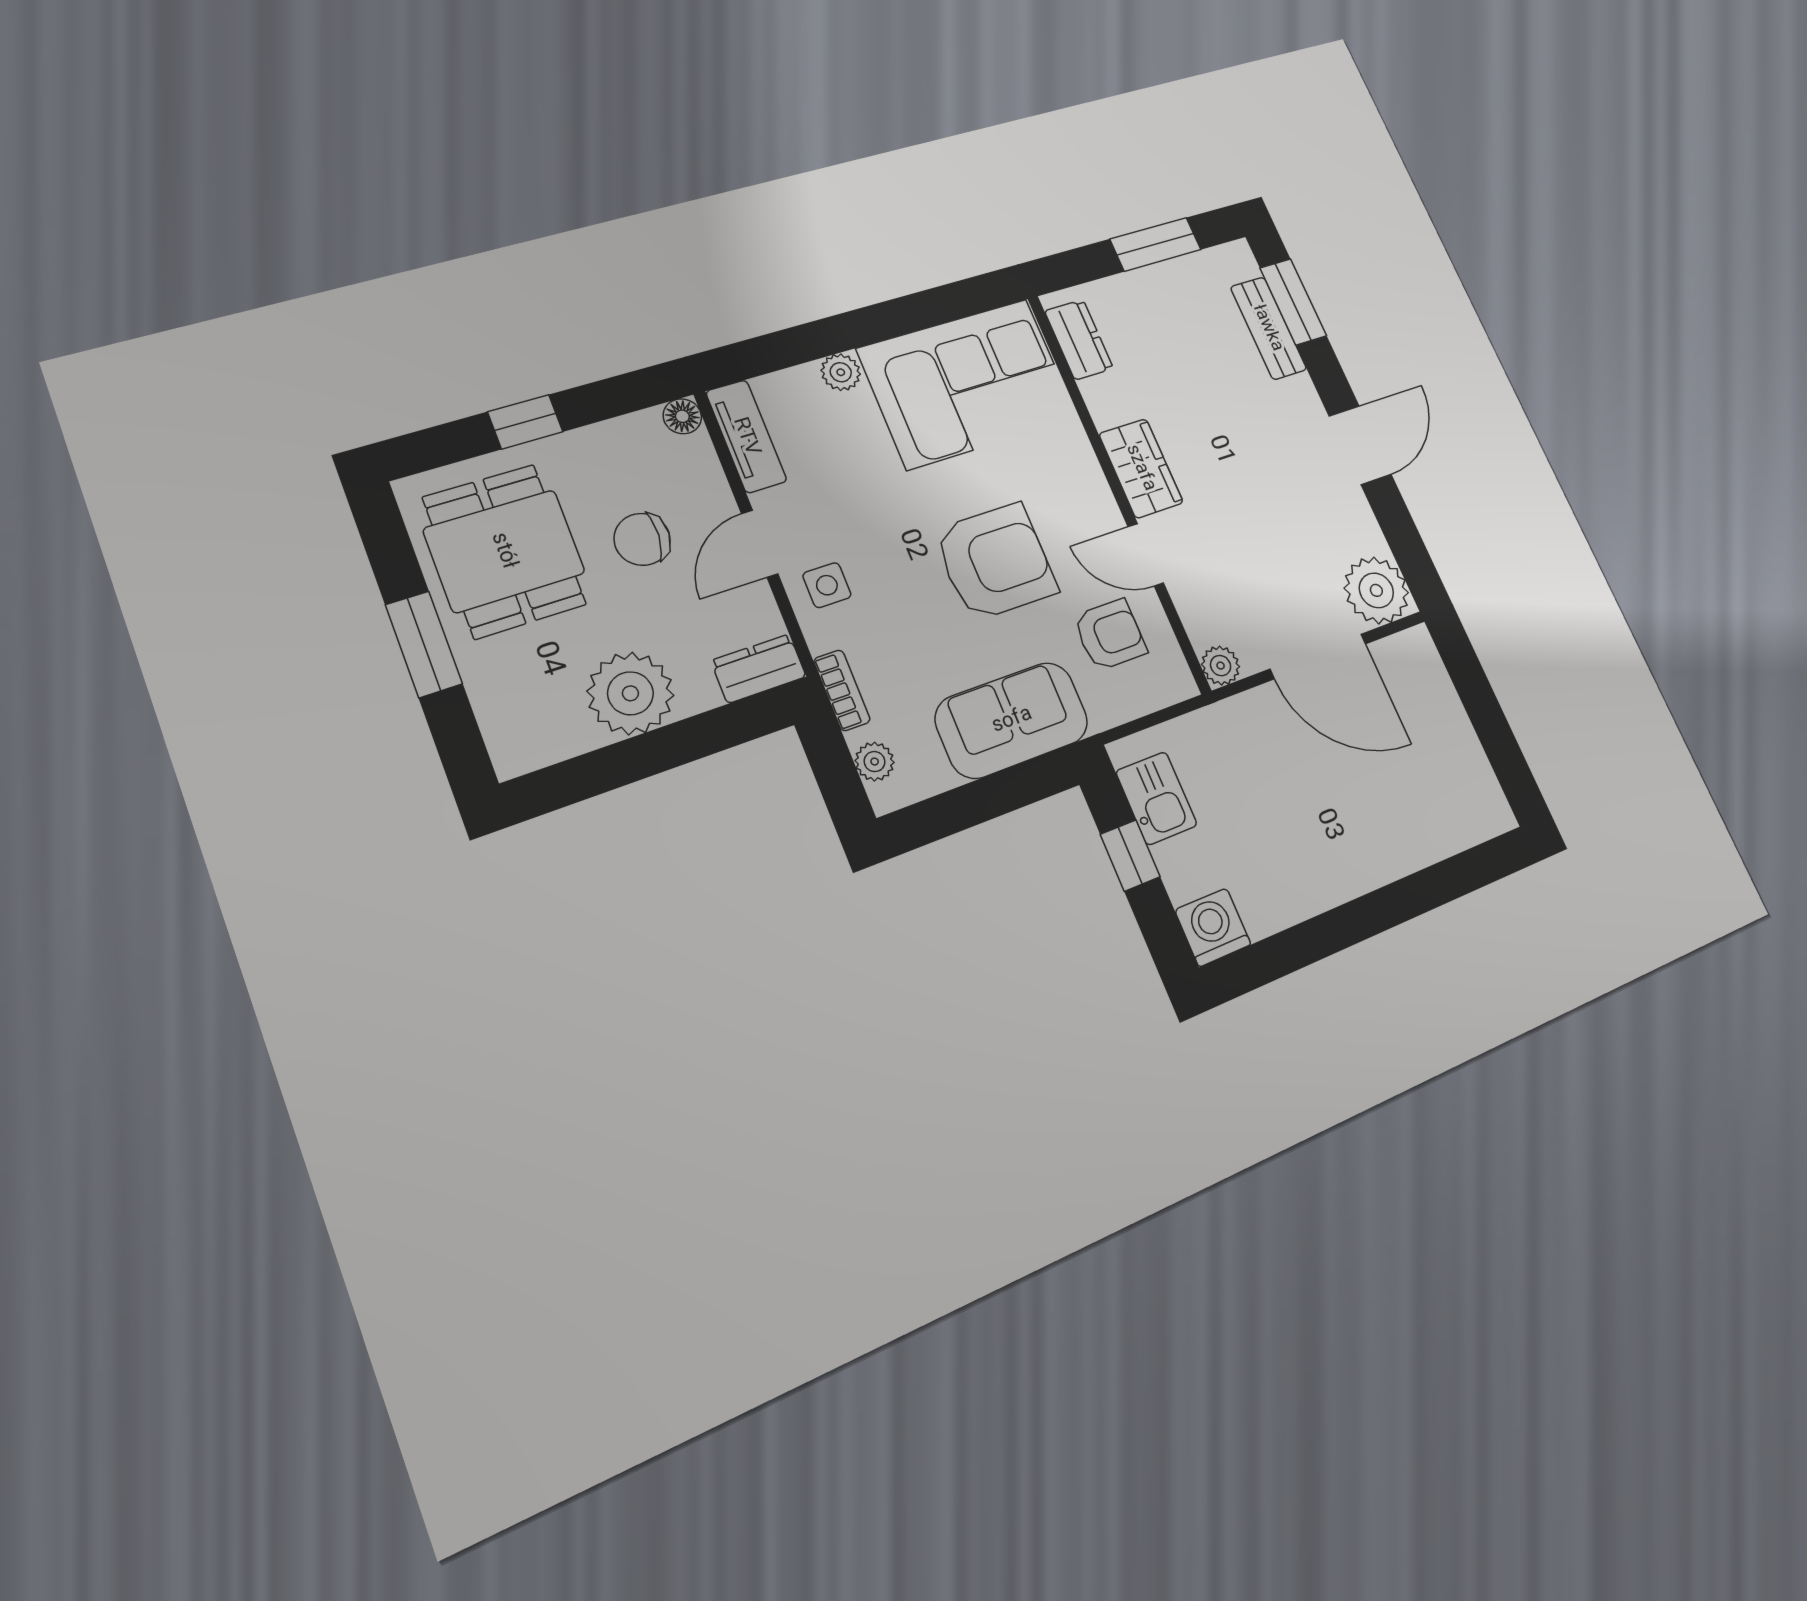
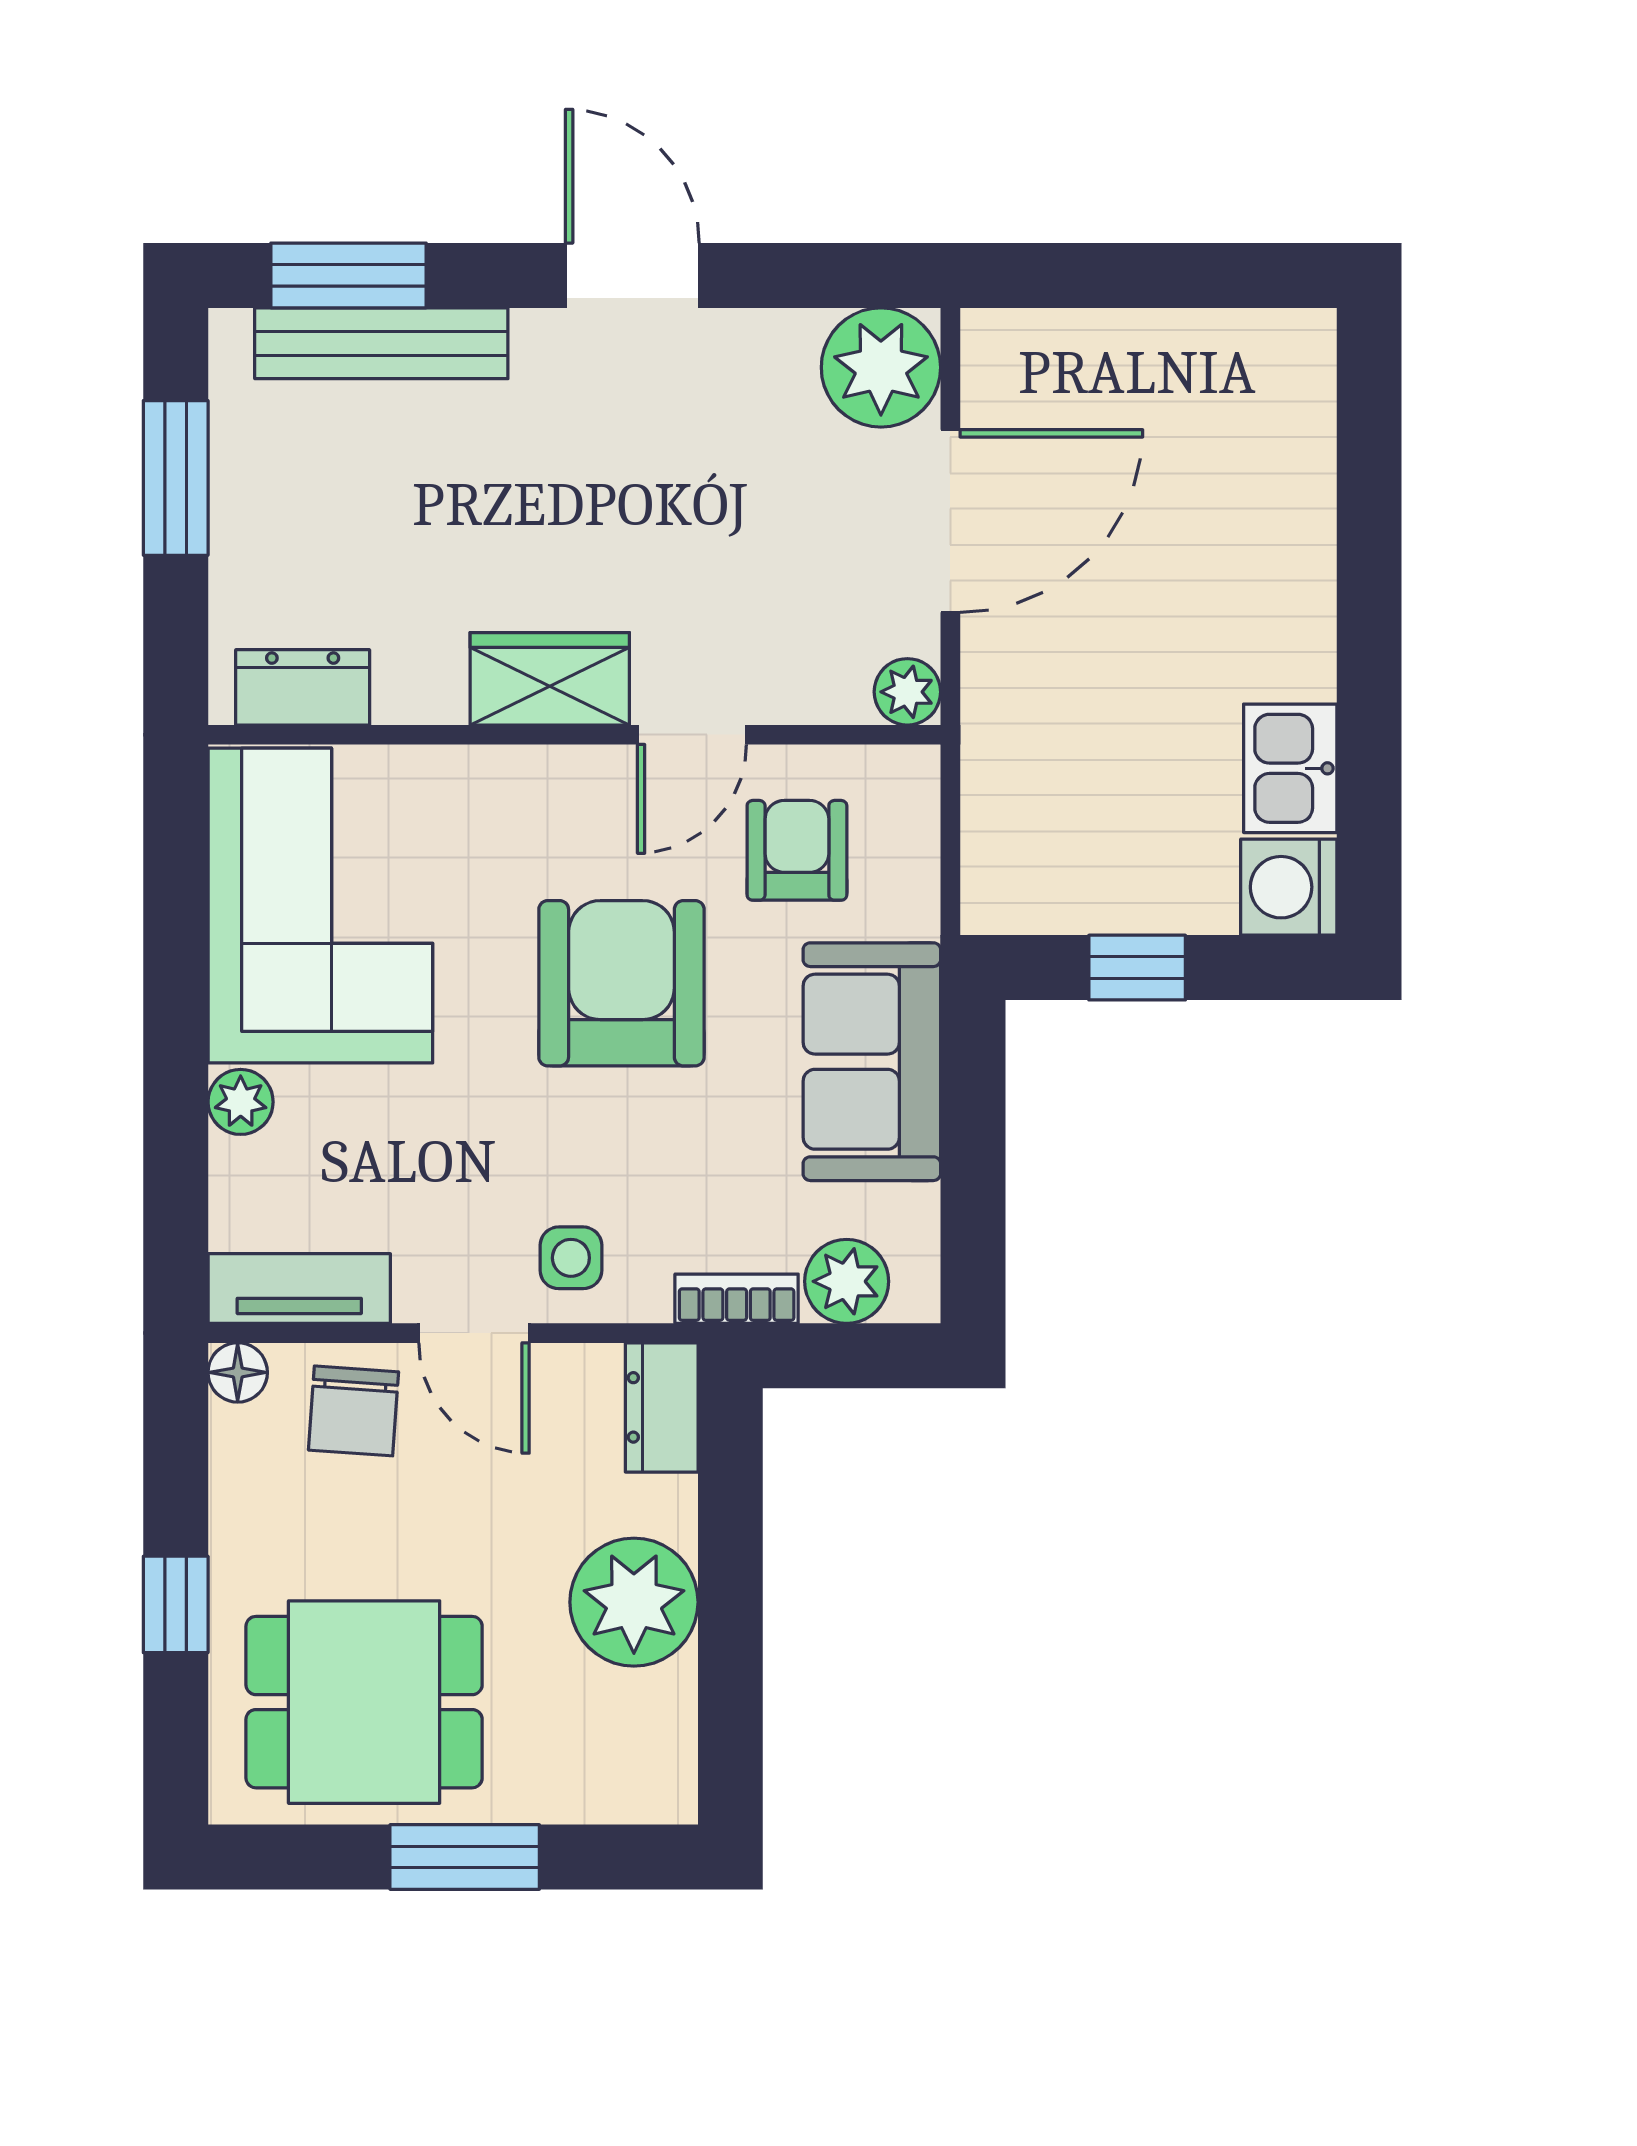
bench: (1268, 328) -> (381, 343), width x1.36
chair: (642, 539) -> (353, 1411), moved
plant: (875, 762) -> (847, 1281), width x1.38, depth x1.38
kitchen sink: (1156, 798) -> (1290, 768), moved, turned -90

